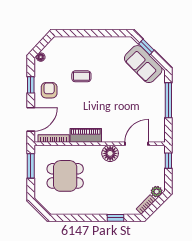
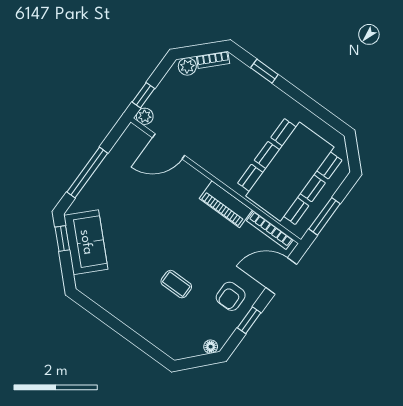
window: (146, 47) -> (62, 239), moved
plant: (160, 150) -> (145, 116), added
floor lamp: (110, 153) -> (211, 159), removed
dining table: (65, 176) -> (290, 172), width x1.88, depth x1.24

